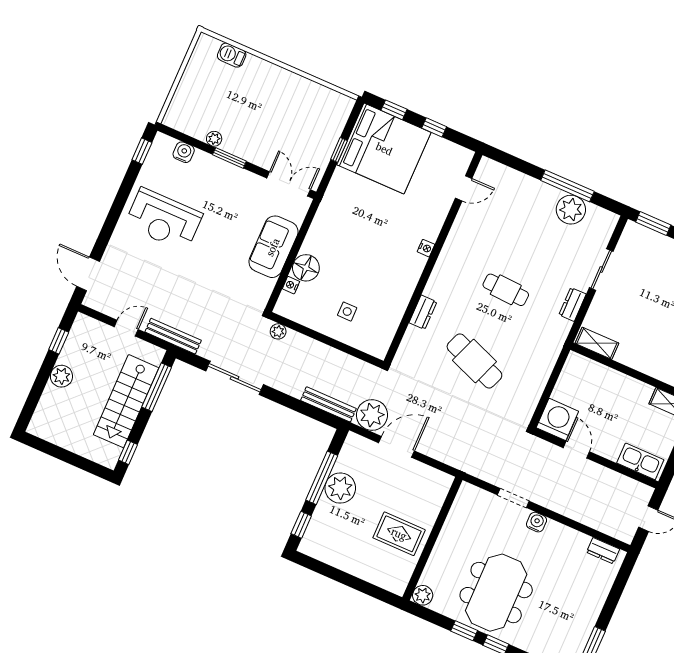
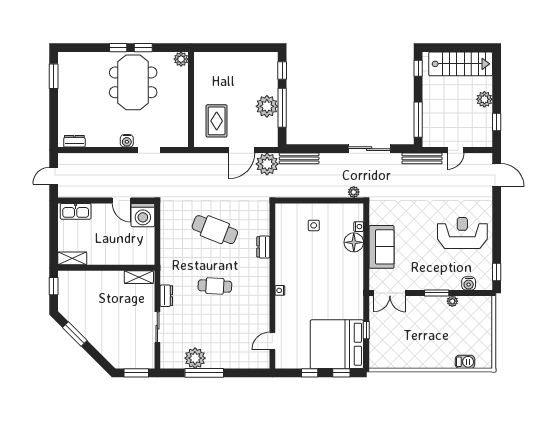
stairs: (126, 401) -> (461, 64), moved, turned 90
rug: (399, 534) -> (217, 121), moved, turned 90

